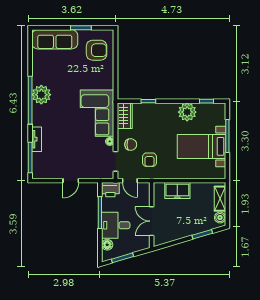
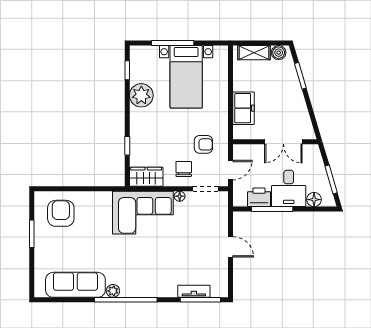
sofa: (55, 39) -> (75, 285), moved, turned -90
plant: (41, 95) -> (113, 291), width x0.53, depth x0.53
tv unit: (37, 139) -> (194, 291), moved
printer: (110, 190) -> (259, 197), moved, turned -90

